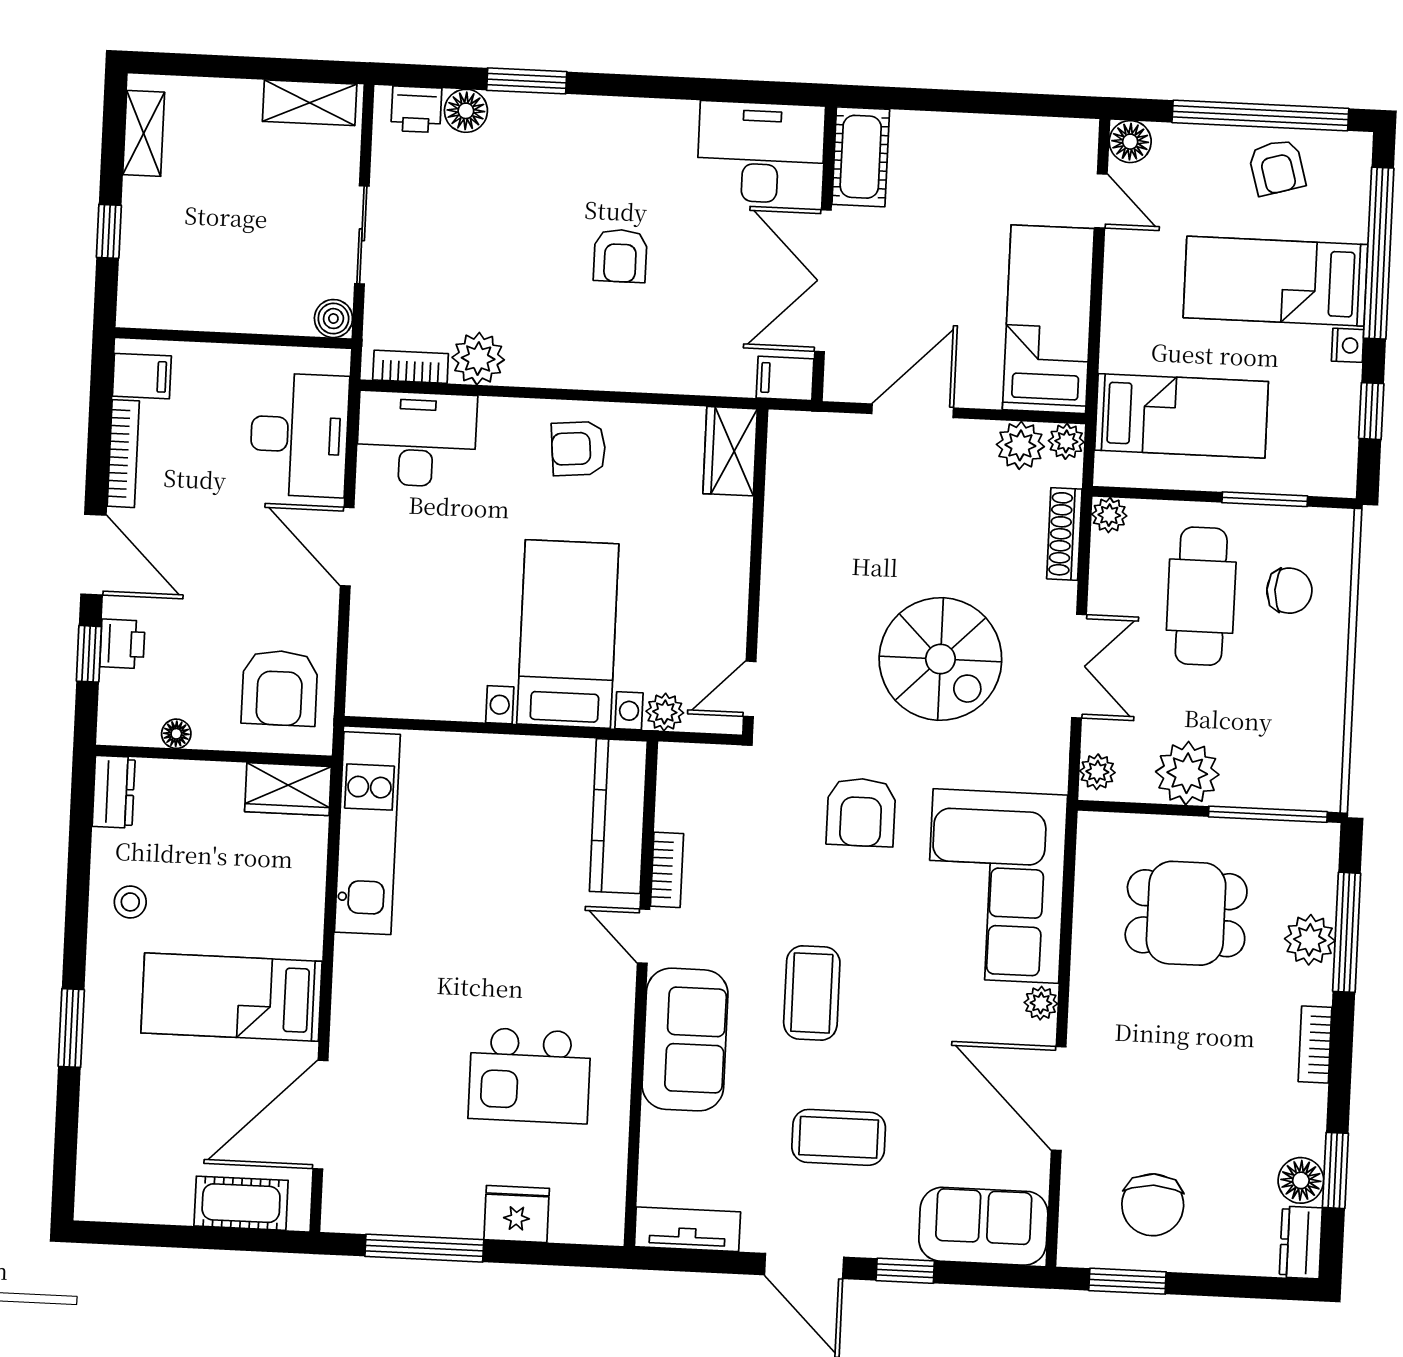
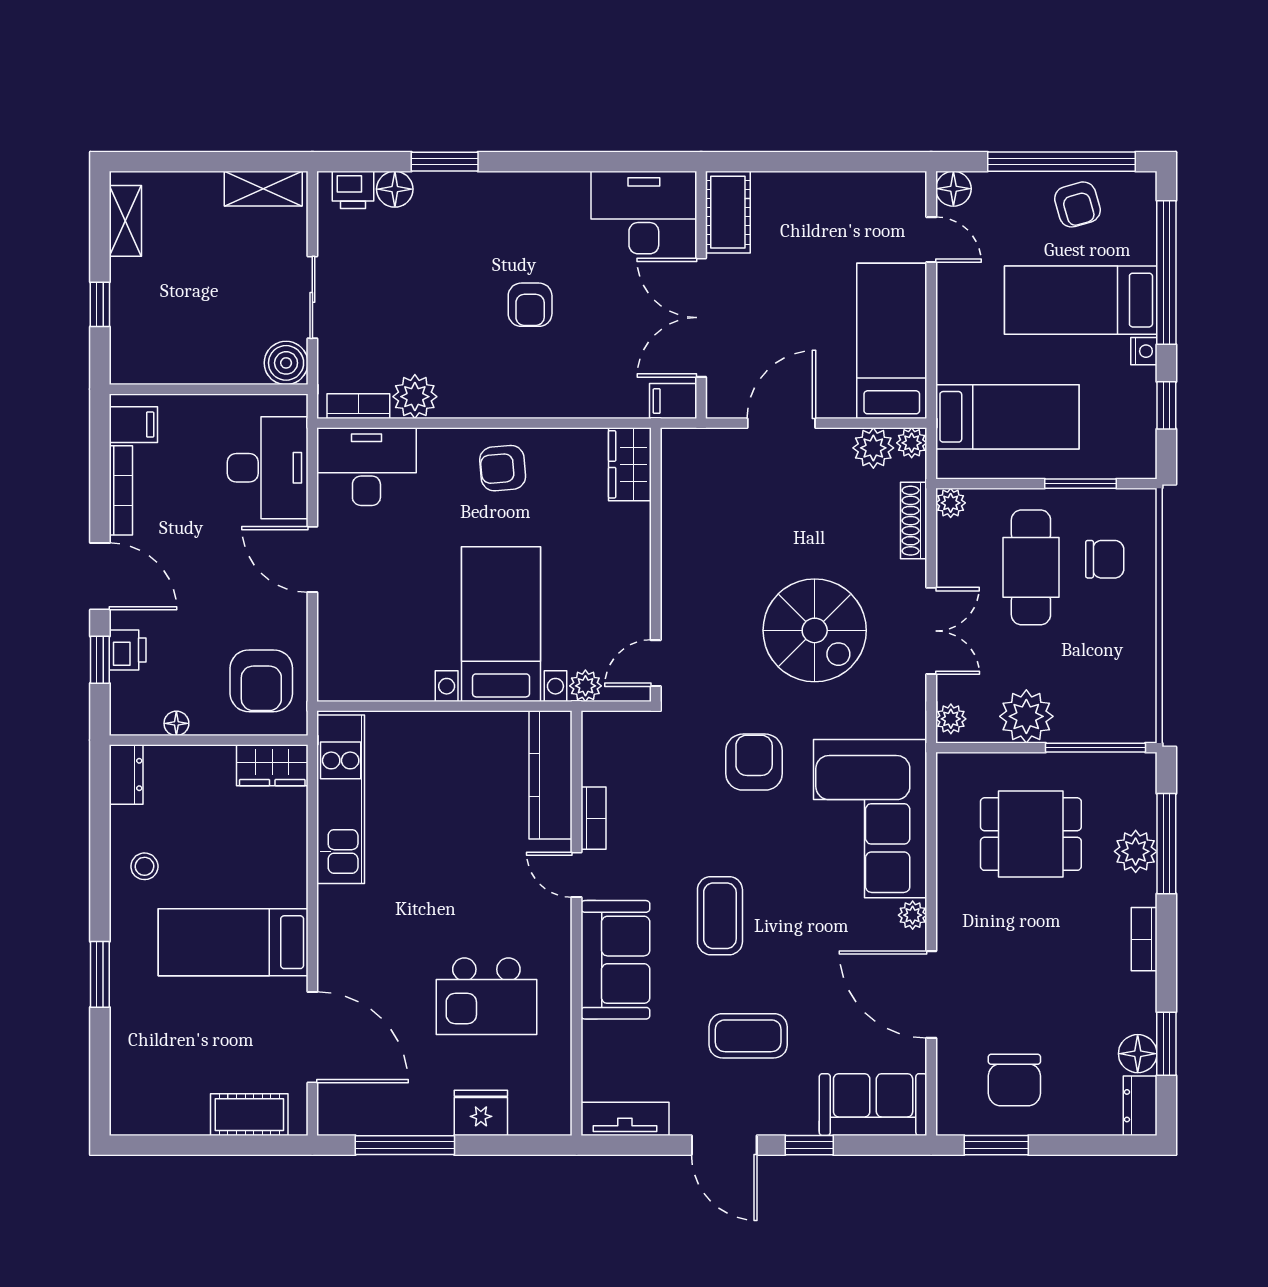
boiler: (333, 319) -> (286, 363), width x1.36, depth x1.36
armchair: (861, 812) -> (754, 762), turned 180
door: (320, 1115) -> (312, 1037), swing flipped

